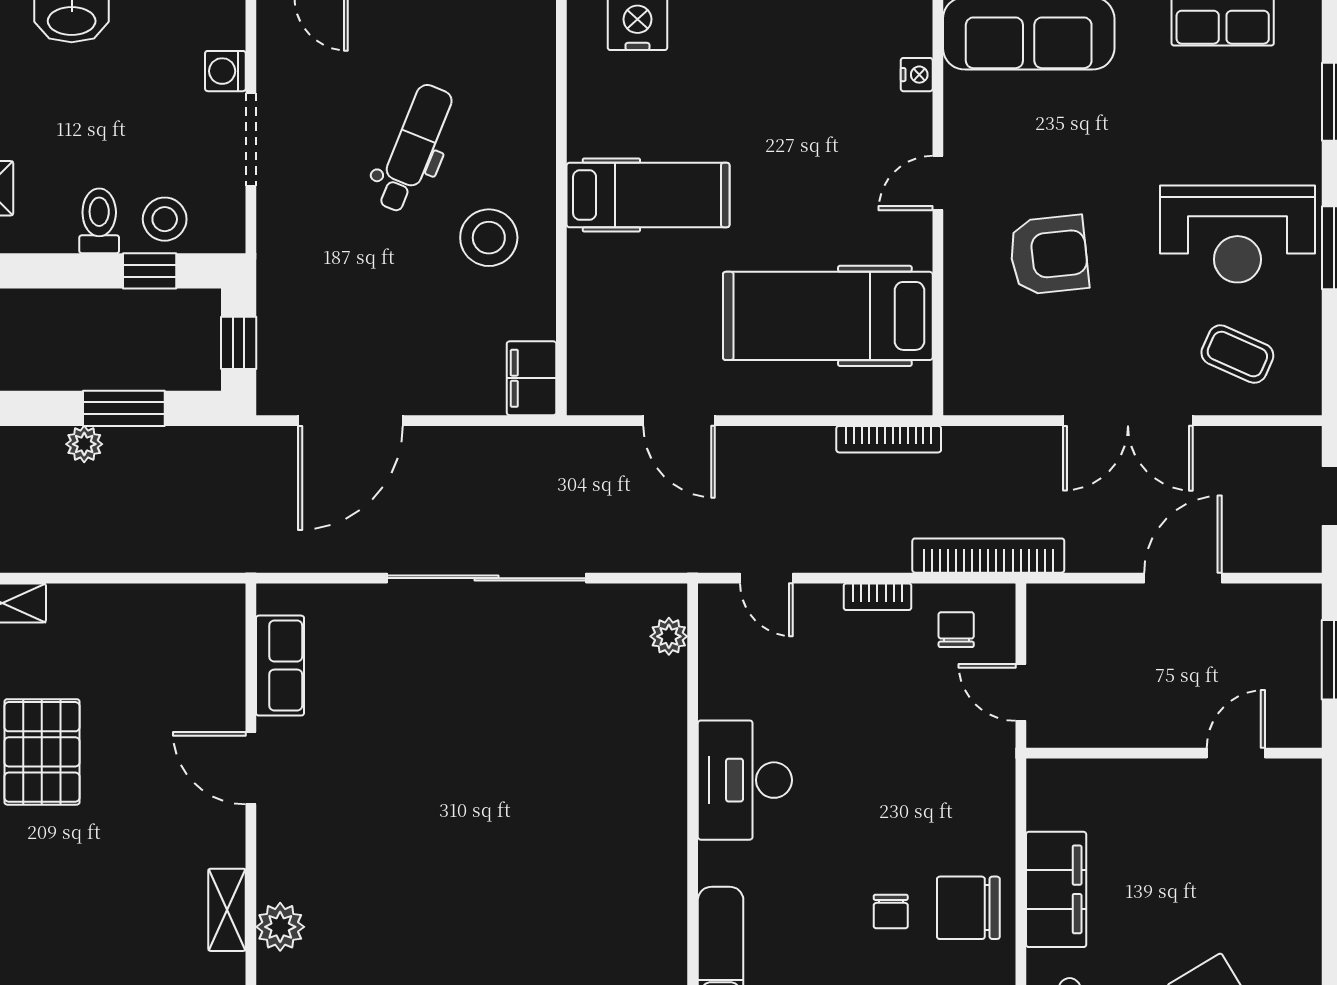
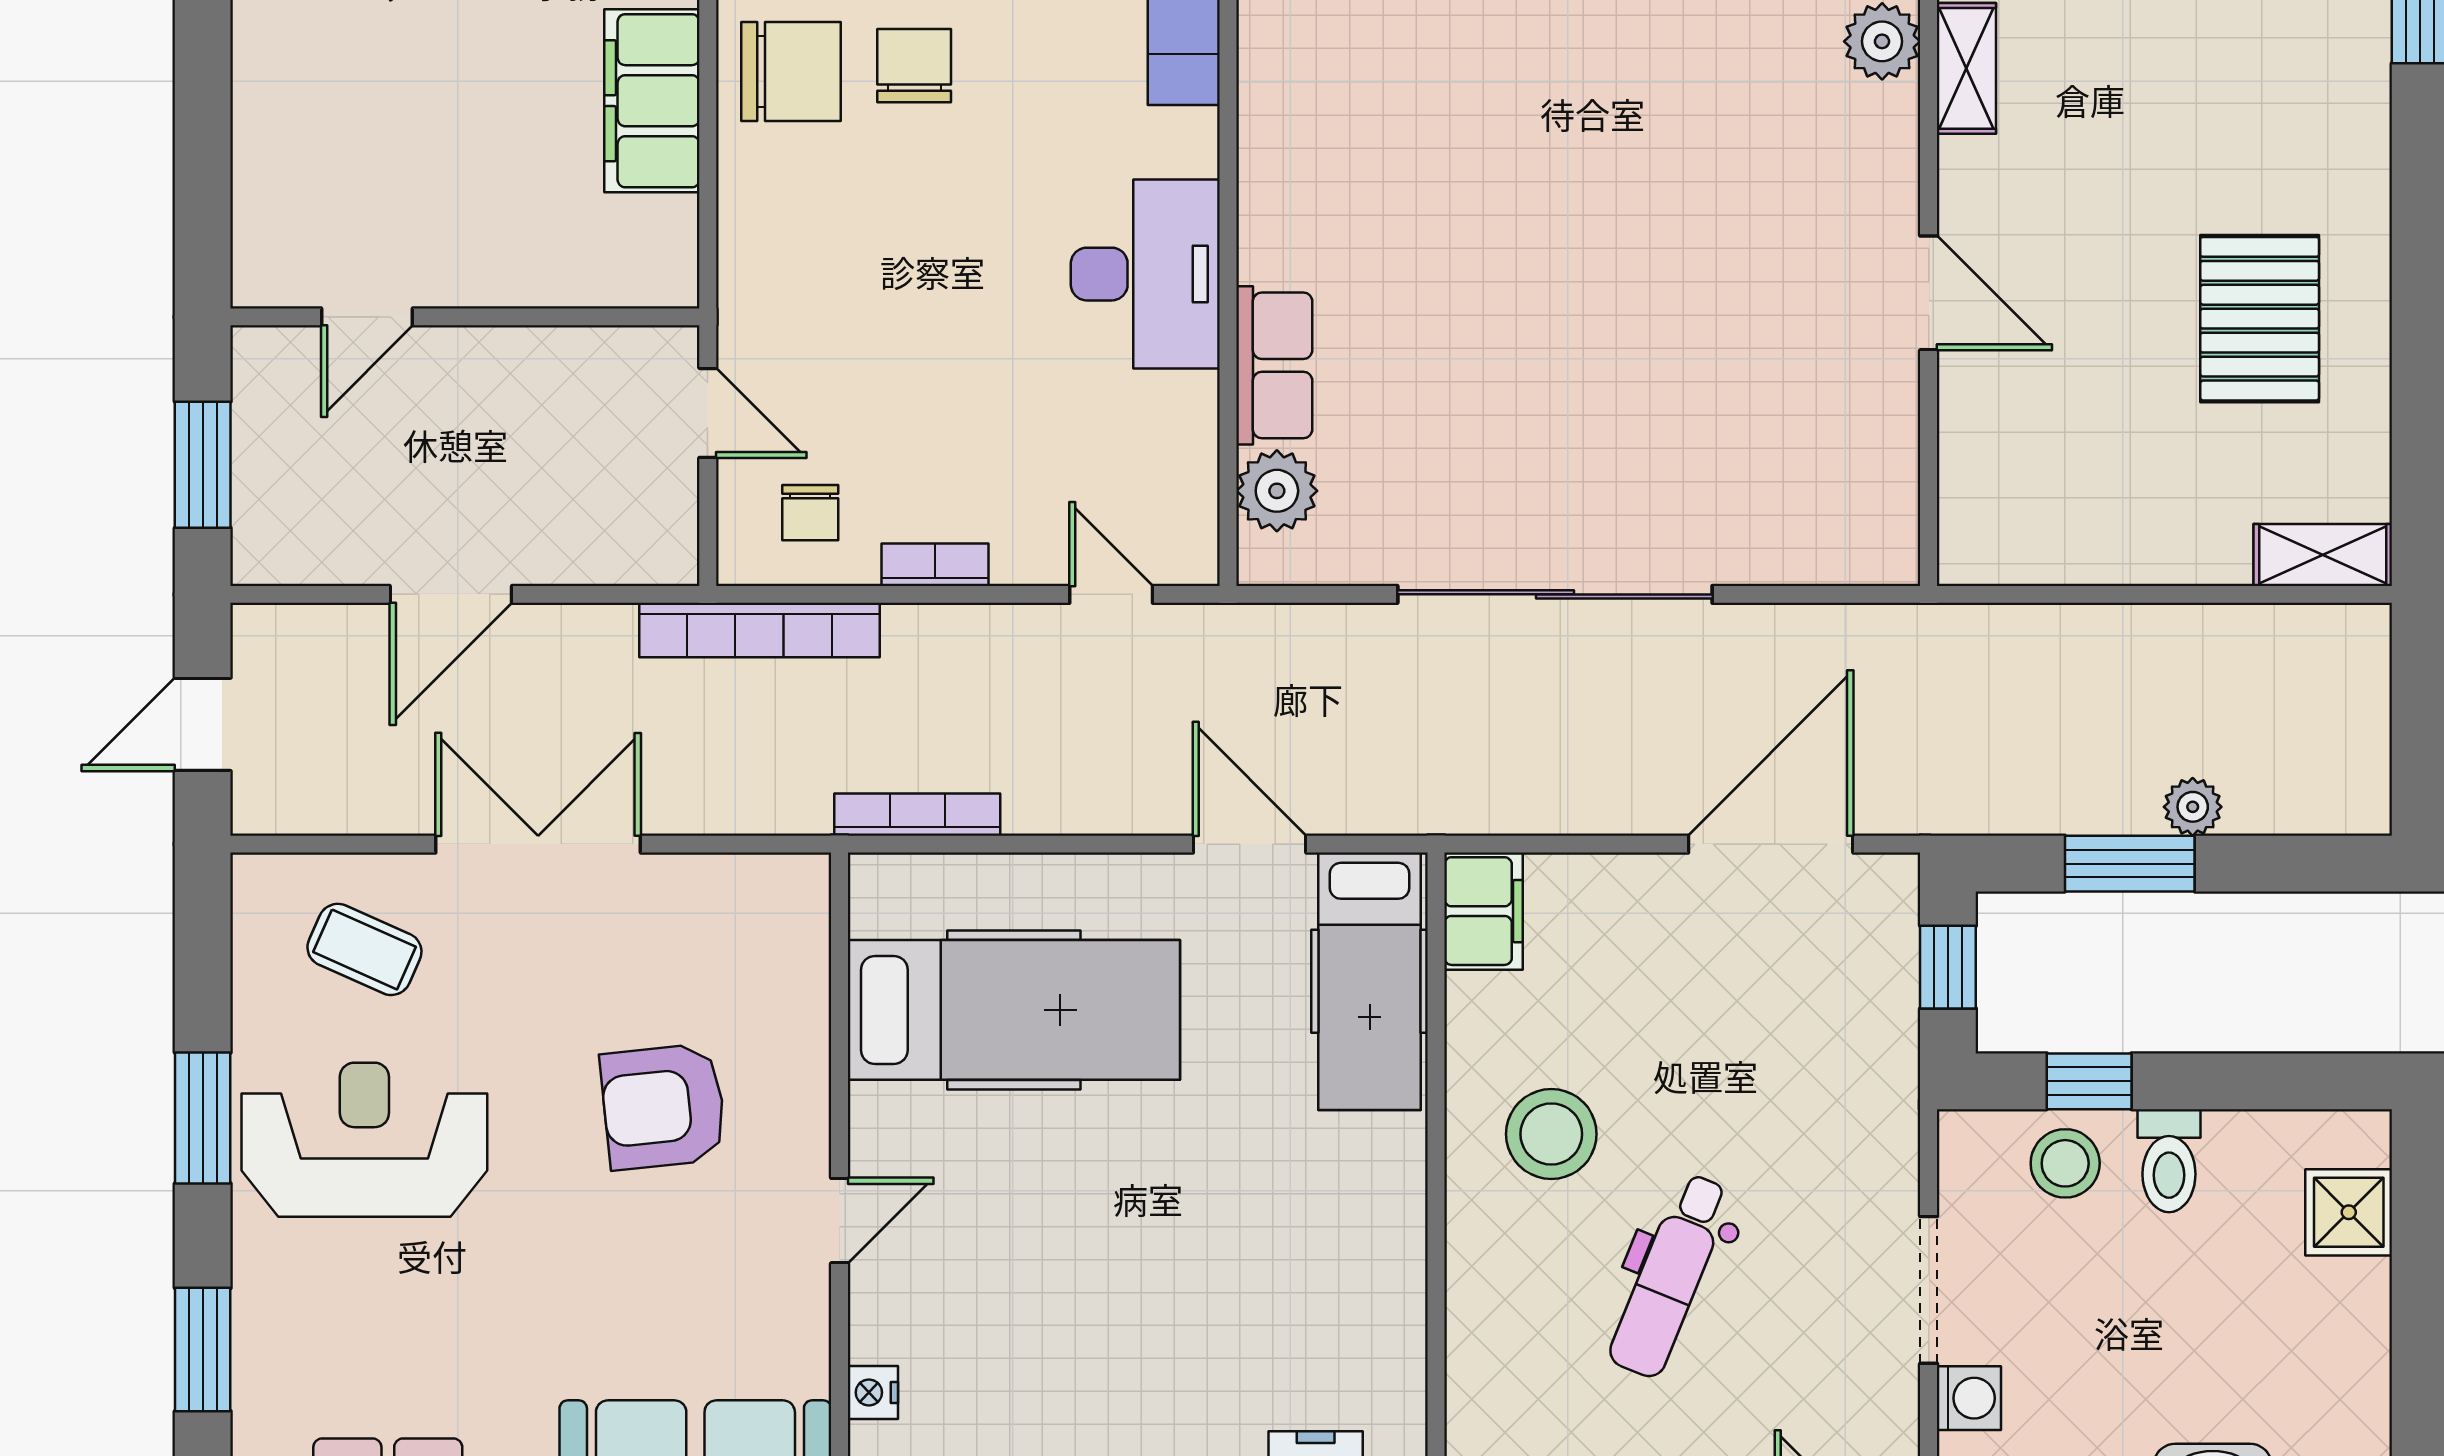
hospital bed: (648, 195) -> (1370, 981), moved, turned -90
plant: (669, 636) -> (1277, 491), width x1.38, depth x1.38
row of seats: (280, 666) -> (1274, 365), moved, turned 180
chair: (891, 912) -> (914, 66), width x1.37, depth x1.37

